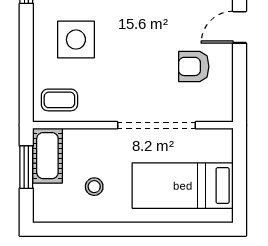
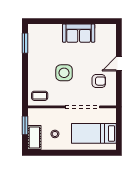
side table: (76, 40) -> (64, 73), moved
armchair: (194, 66) -> (99, 81), turned 180
cot: (47, 156) -> (34, 137), moved

